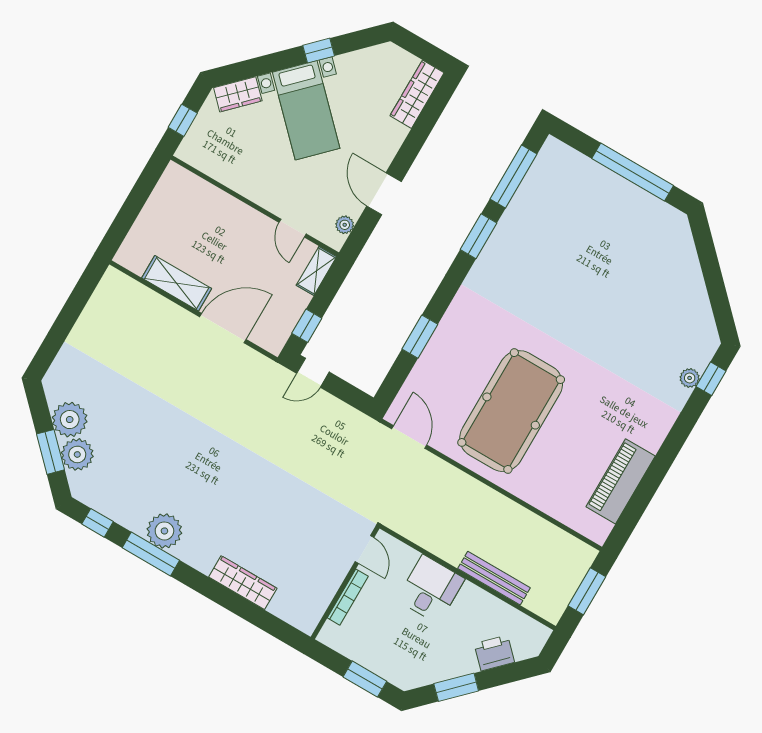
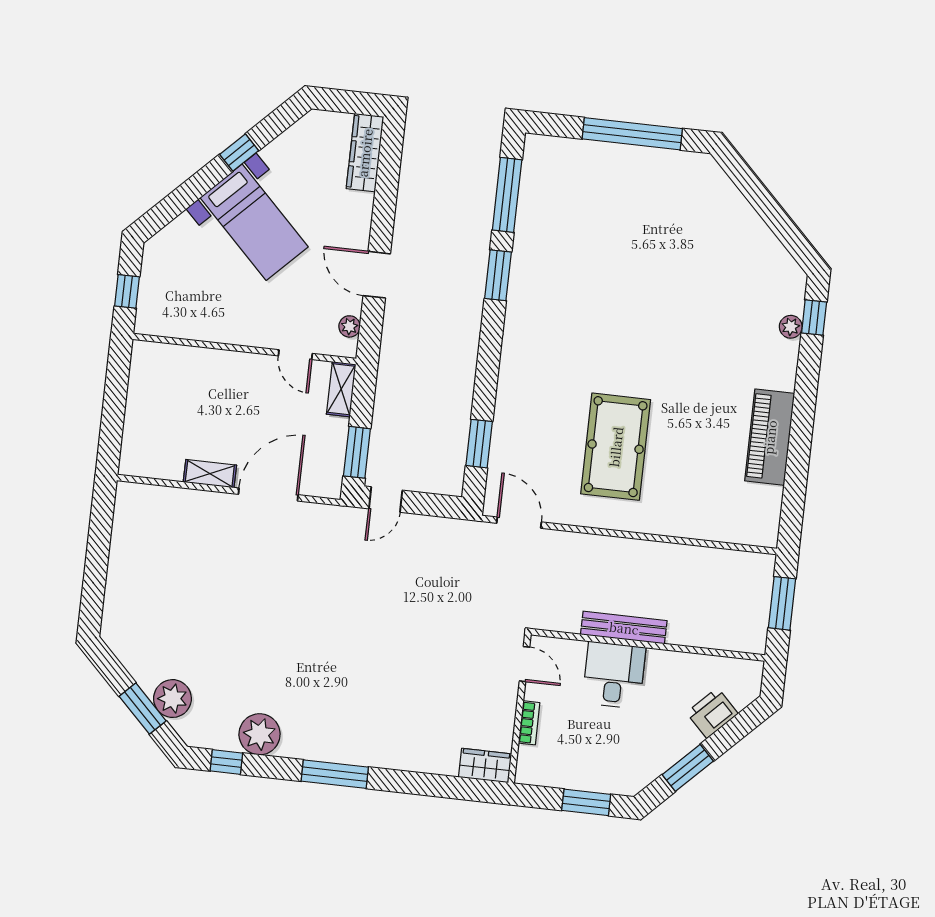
wardrobe: (238, 94) -> (174, 238), removed
shelving: (177, 283) -> (210, 474), width x0.67, depth x0.75
window: (307, 326) -> (357, 452), width x1.50
window: (420, 337) -> (479, 444), moved
pool table: (511, 411) -> (616, 447), width x0.73, depth x0.76
plant: (70, 420) -> (148, 665), removed
piano: (621, 481) -> (770, 437), moved
plant: (164, 531) -> (260, 734), moved
window: (151, 554) -> (335, 774), moved
bench: (494, 578) -> (624, 628), moved
wardrobe: (243, 583) -> (485, 766), moved, width x0.67
bookcase: (348, 597) -> (529, 723), width x0.64

